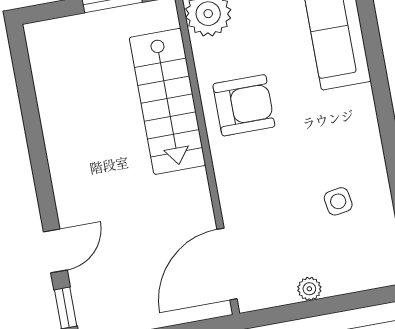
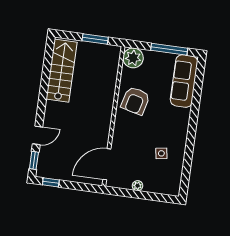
stairs: (167, 101) -> (62, 71), moved, turned 180
armchair: (244, 105) -> (135, 101), turned 104

